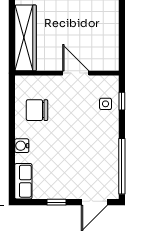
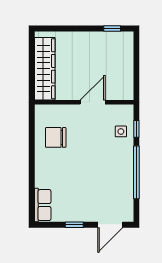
door: (76, 73) -> (93, 102), hinge flipped
water cooler: (22, 146) -> (41, 171), removed
window: (122, 166) -> (136, 172), moved

